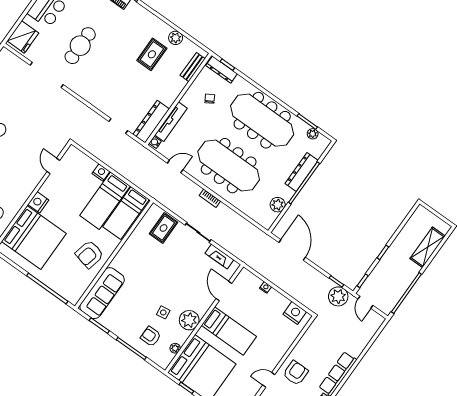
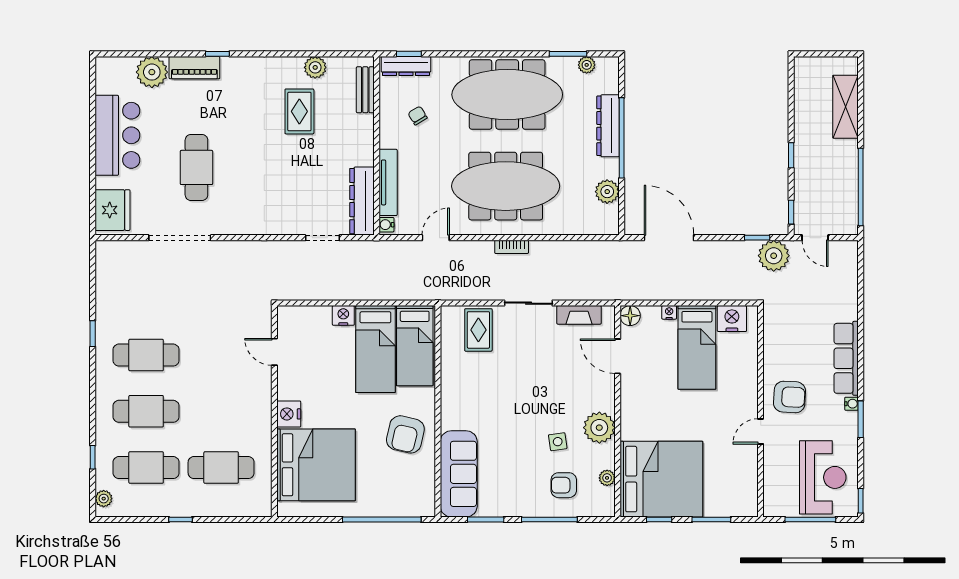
floor lamp: (245, 275) -> (630, 316), added
bed: (229, 331) -> (697, 347), moved, turned 90
armchair: (296, 373) -> (790, 397), turned 93

